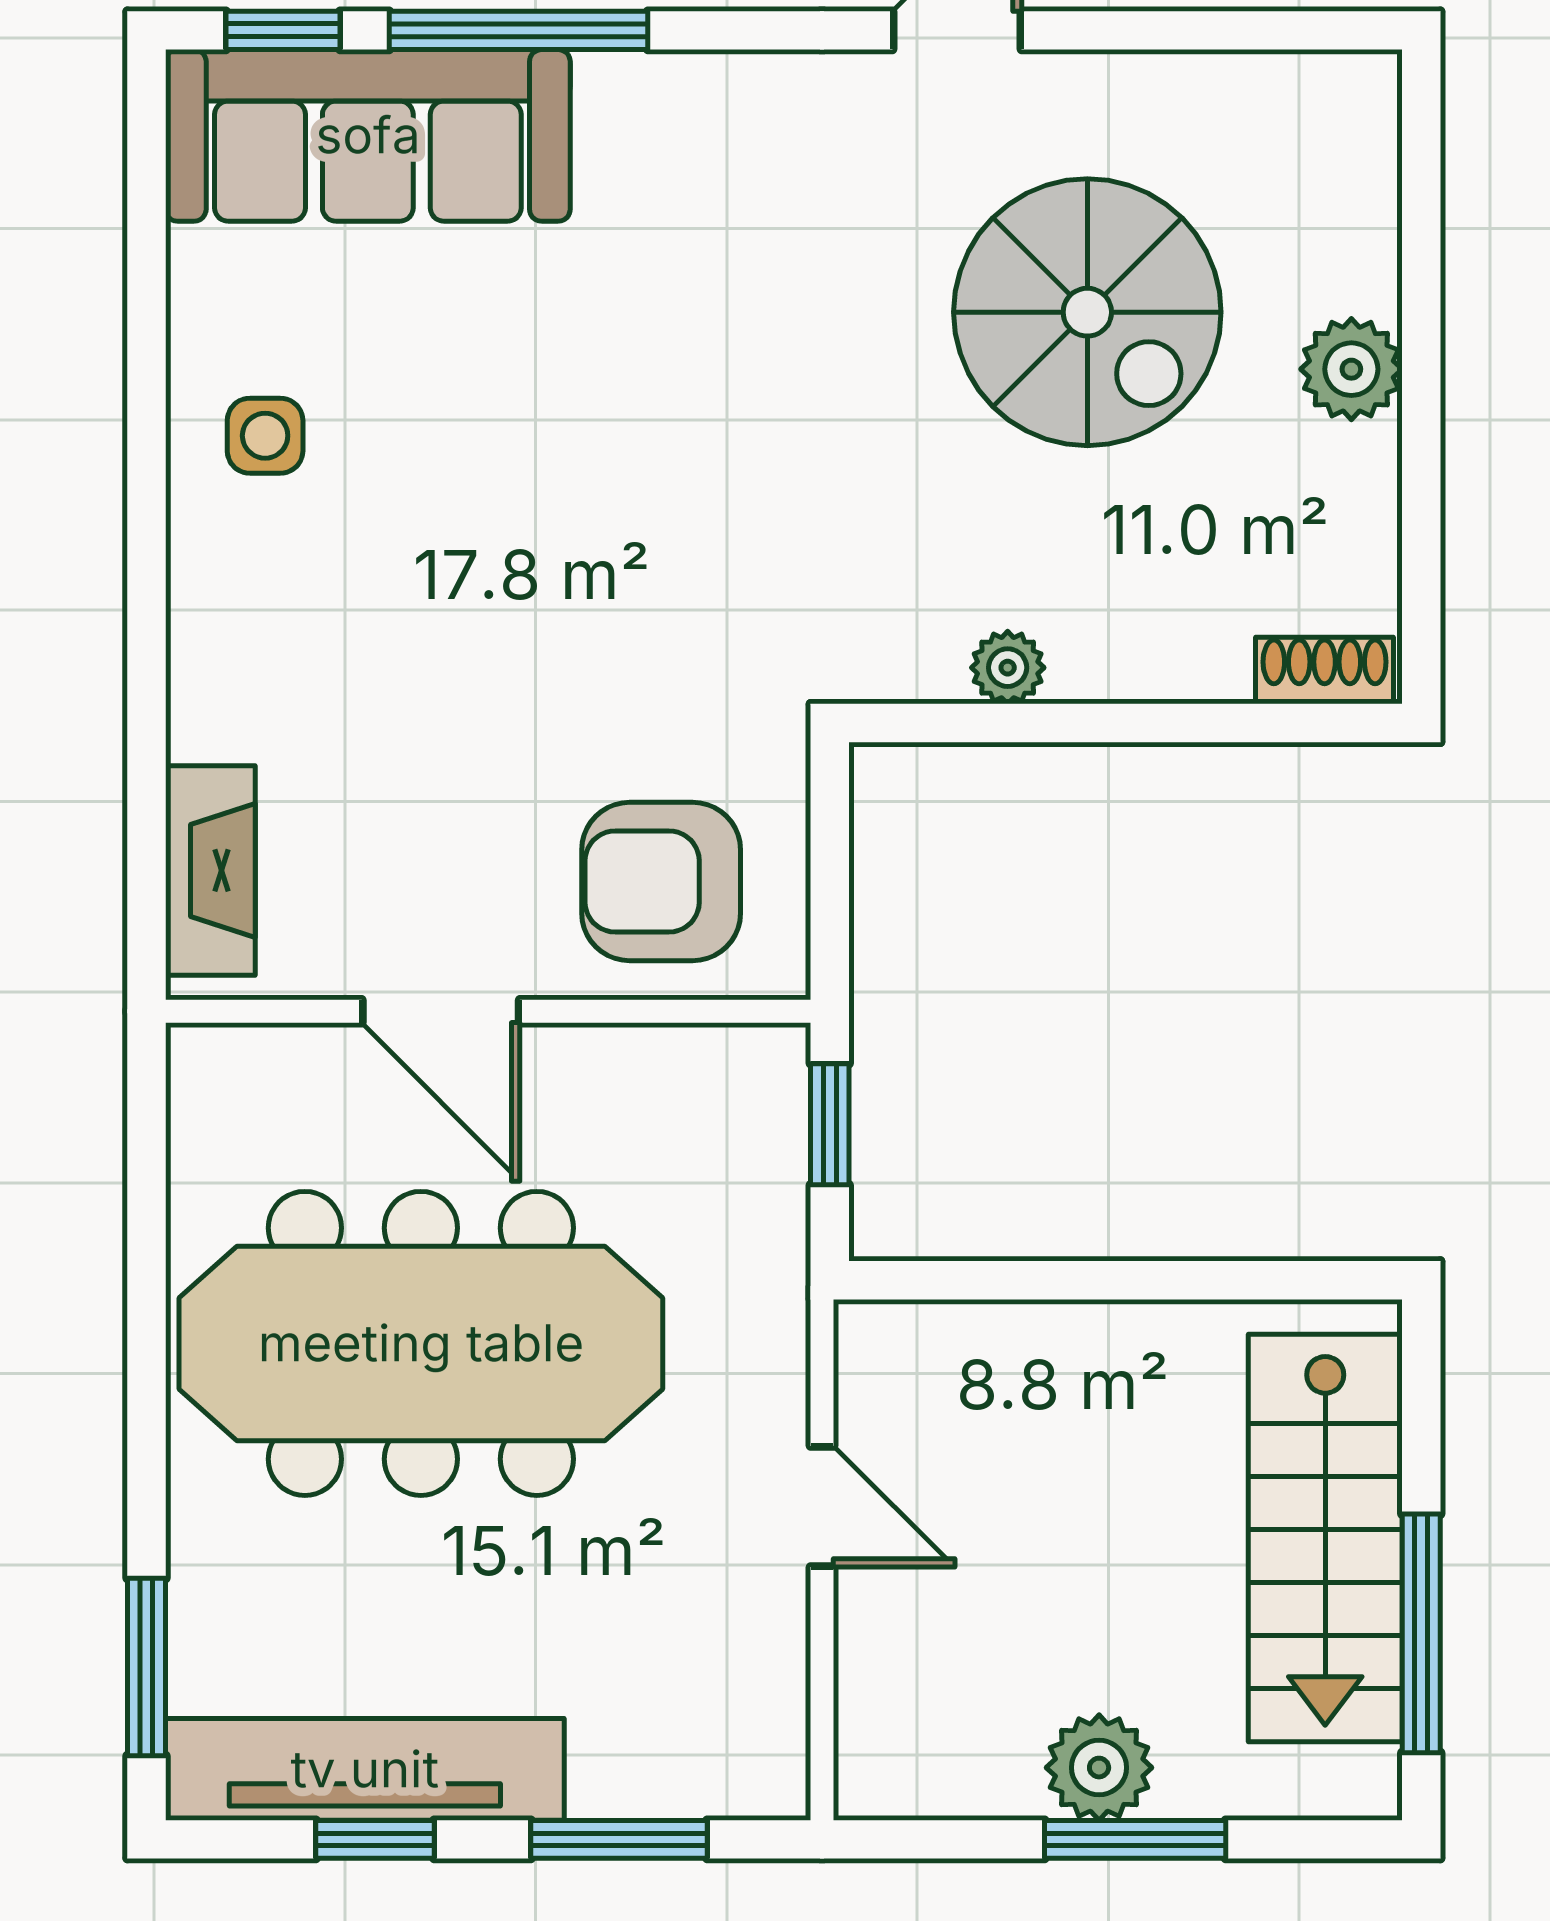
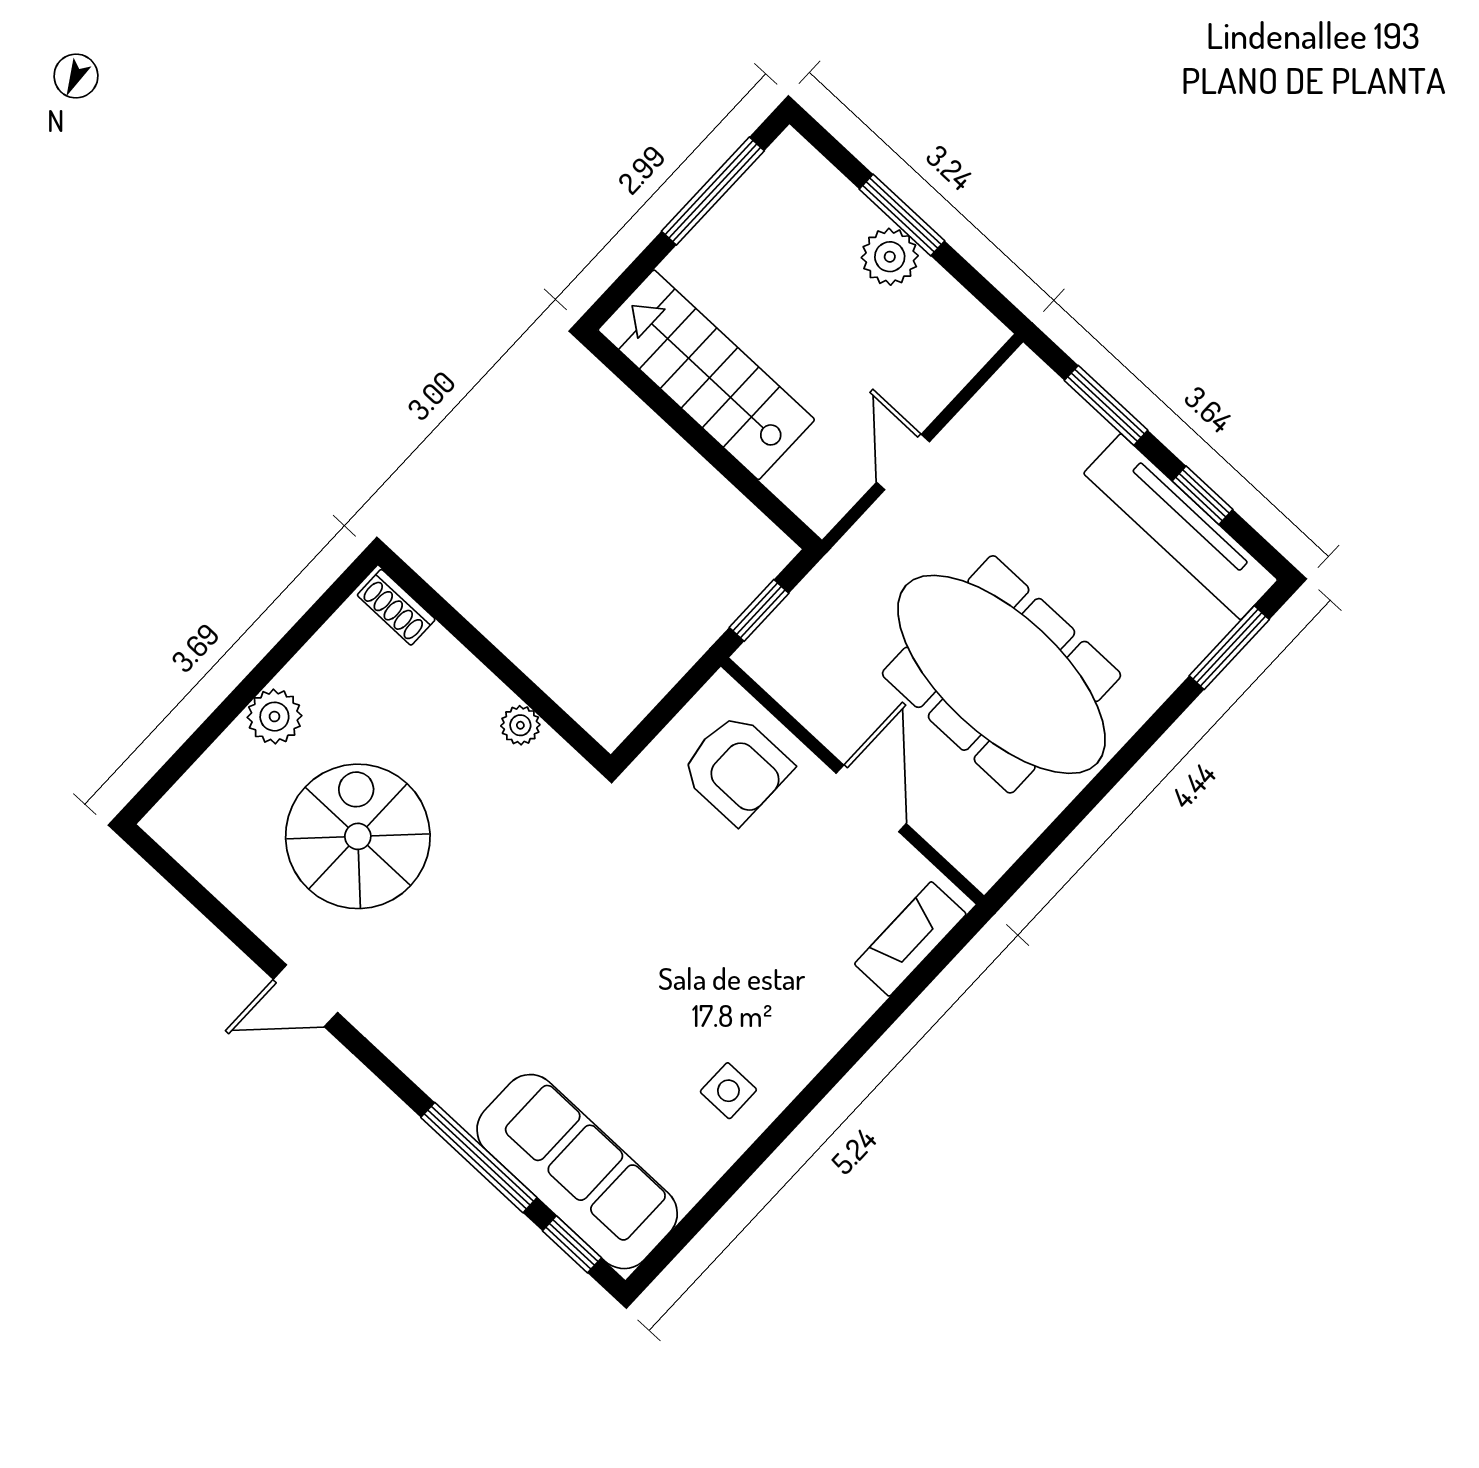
stairs: (1325, 1538) -> (706, 375), moved, turned -90

